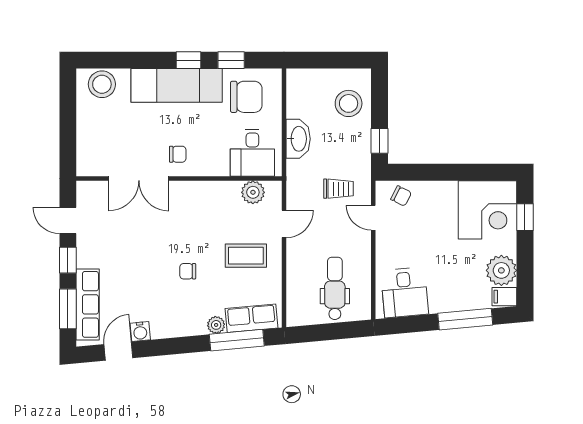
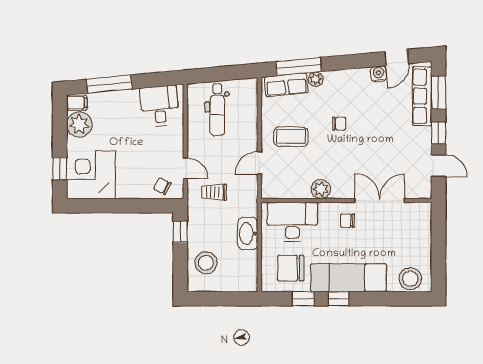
desk: (252, 153) -> (292, 222), width x1.37
plant: (253, 192) -> (321, 189), moved

